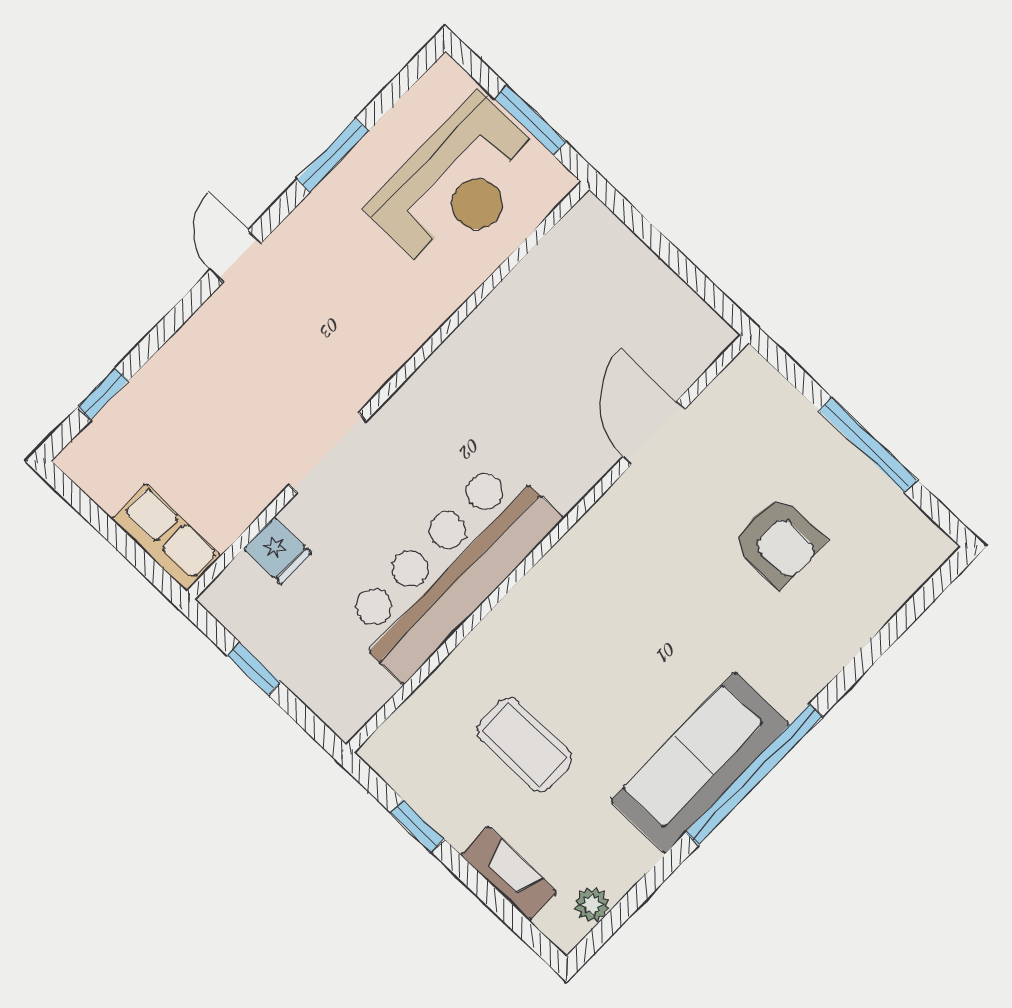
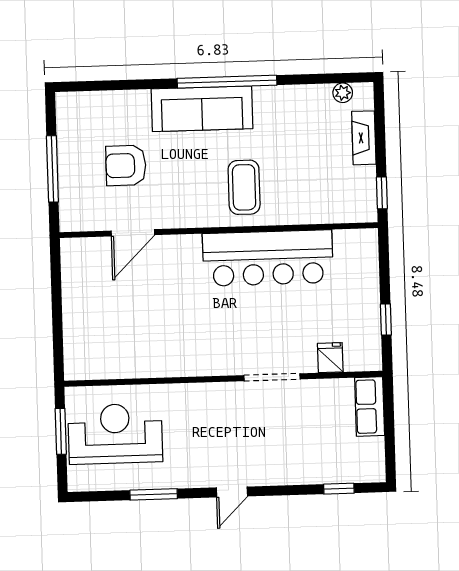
door: (654, 433) -> (133, 233), moved
armchair: (779, 541) -> (126, 165), turned -90
wall: (547, 544) -> (219, 230), moved
bar counter: (450, 569) -> (268, 258), moved
coffee table: (525, 745) -> (244, 187), moved
sofa: (700, 763) -> (202, 109), moved

